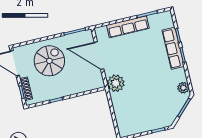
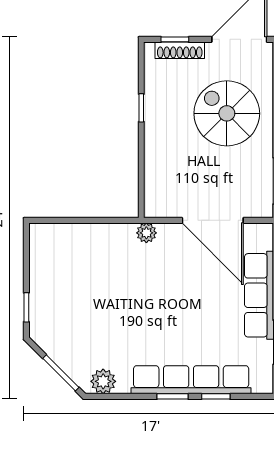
row of seats: (173, 48) -> (191, 380), width x1.36
door: (99, 56) -> (213, 220), swing flipped
spiral stairs: (49, 61) -> (227, 113), turned 180
plant: (116, 83) -> (146, 233), width x0.53, depth x0.53

